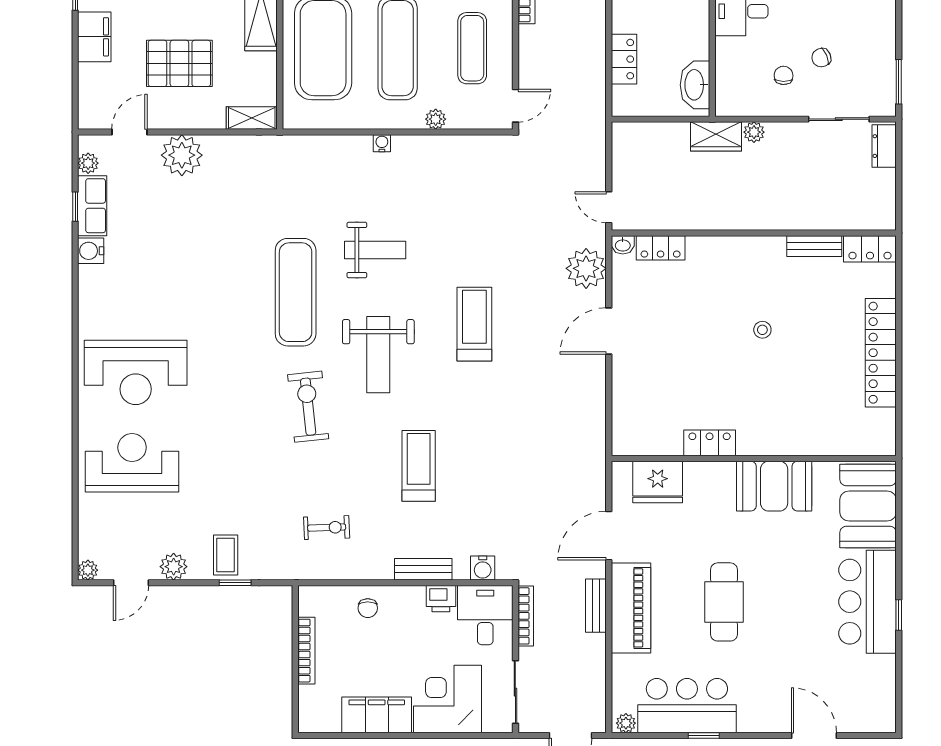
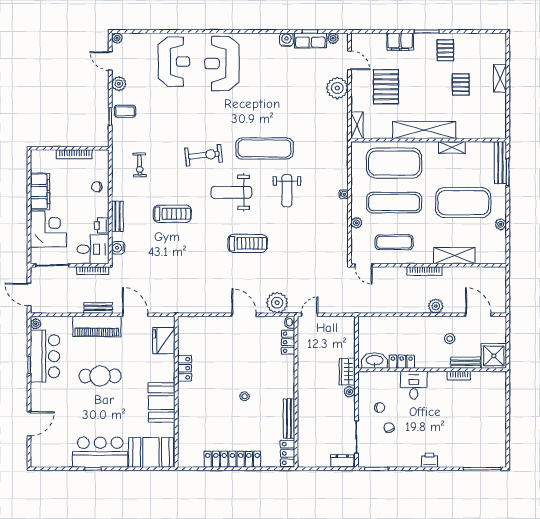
locker: (624, 59) -> (402, 362), moved, turned 180
bench: (814, 246) -> (289, 419), width x1.36

